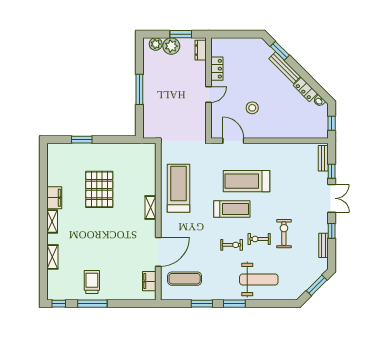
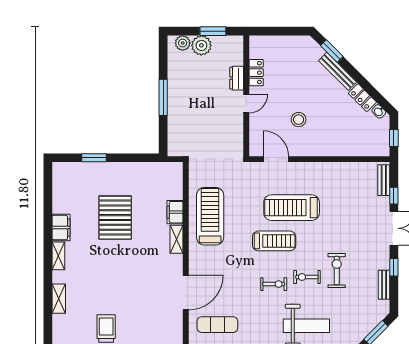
dresser: (201, 50) -> (237, 78), moved
filing cabinet: (149, 281) -> (175, 212), moved

